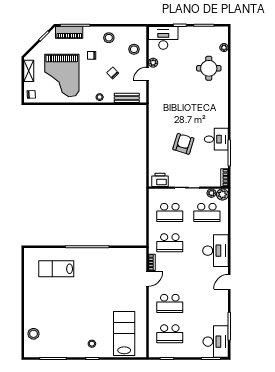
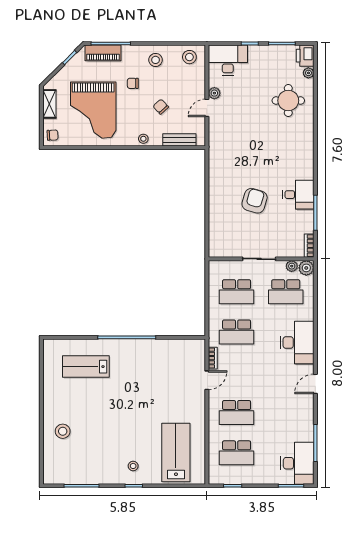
stool: (134, 49) -> (189, 57), moved
printer: (160, 180) -> (305, 56), moved, turned -90
stool: (33, 334) -> (63, 431), moved

